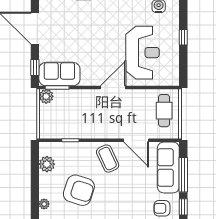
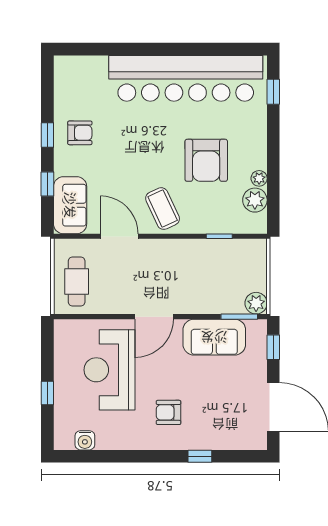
armchair: (104, 25) -> (169, 412), added
sofa: (59, 74) -> (214, 337), moved
sofa: (168, 167) -> (70, 205), width x0.73
window: (183, 175) -> (47, 184), width x0.46
armchair: (79, 190) -> (206, 160), turned -108
plant: (44, 204) -> (259, 178), moved

